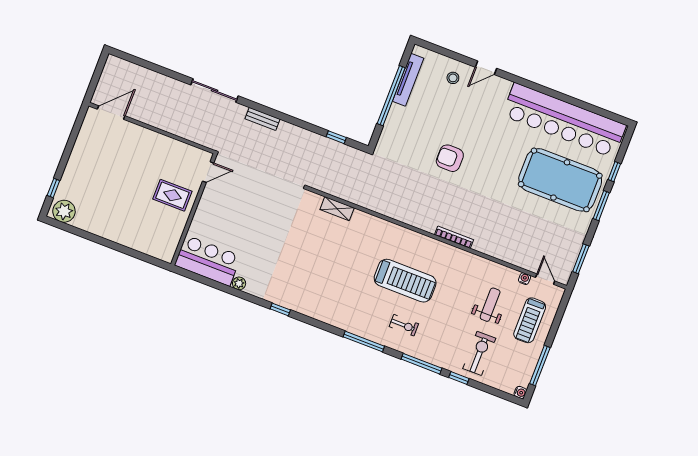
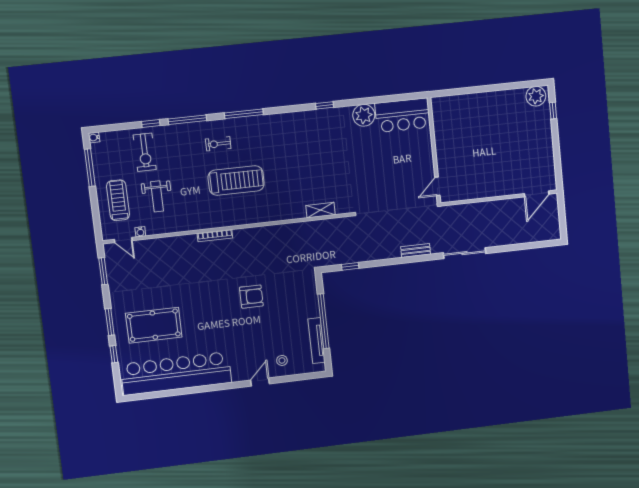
pool table: (560, 180) -> (154, 325), width x0.73, depth x0.76
rug: (172, 195) -> (457, 153), removed
treadmill: (405, 281) -> (236, 180), turned 180
plant: (239, 283) -> (364, 115), width x1.88, depth x1.88

